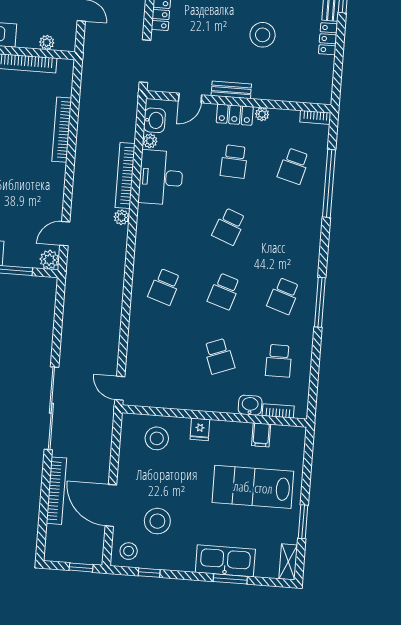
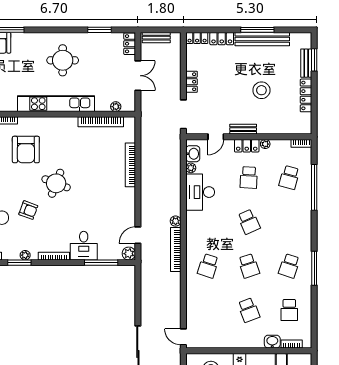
locker: (328, 39) -> (306, 95), width x1.53
bookcase: (125, 175) -> (176, 250), moved
school desk: (229, 226) -> (249, 222), turned -45
school desk: (224, 291) -> (249, 266), turned -36

